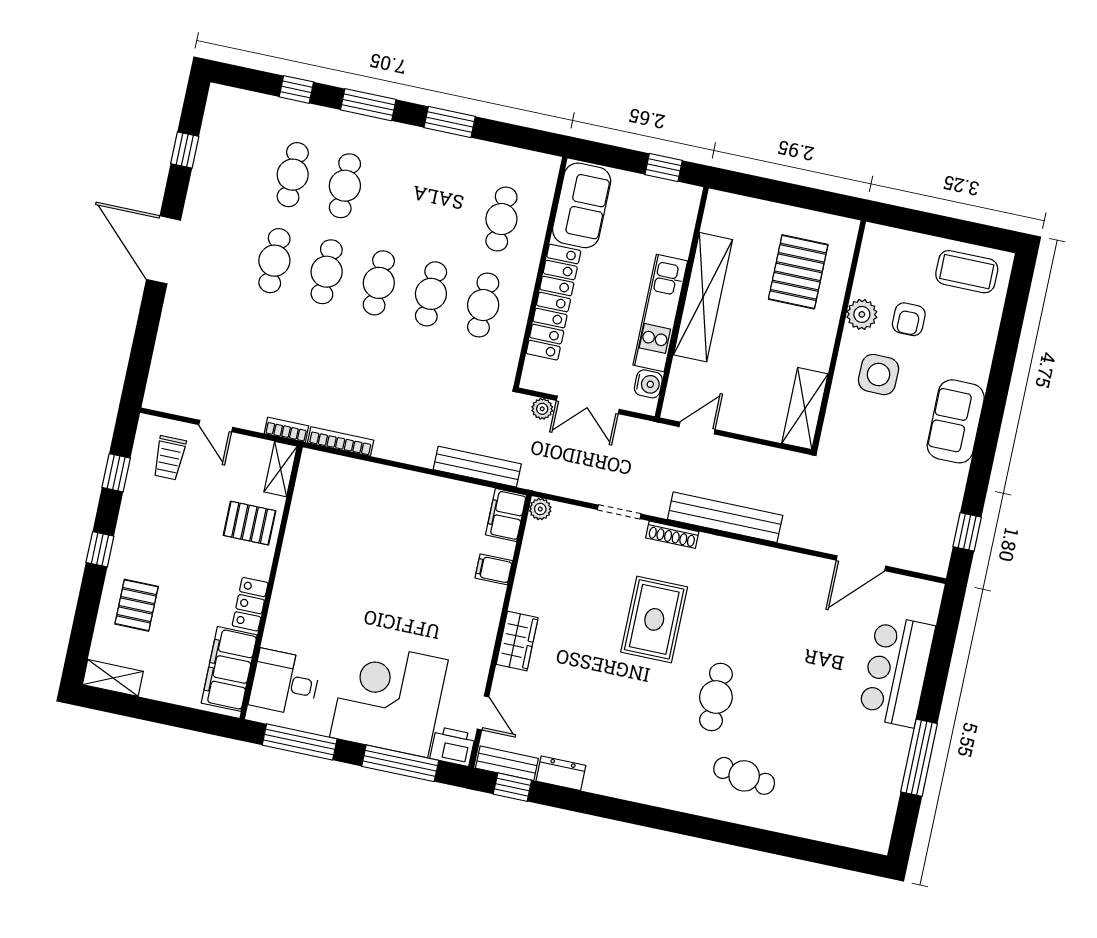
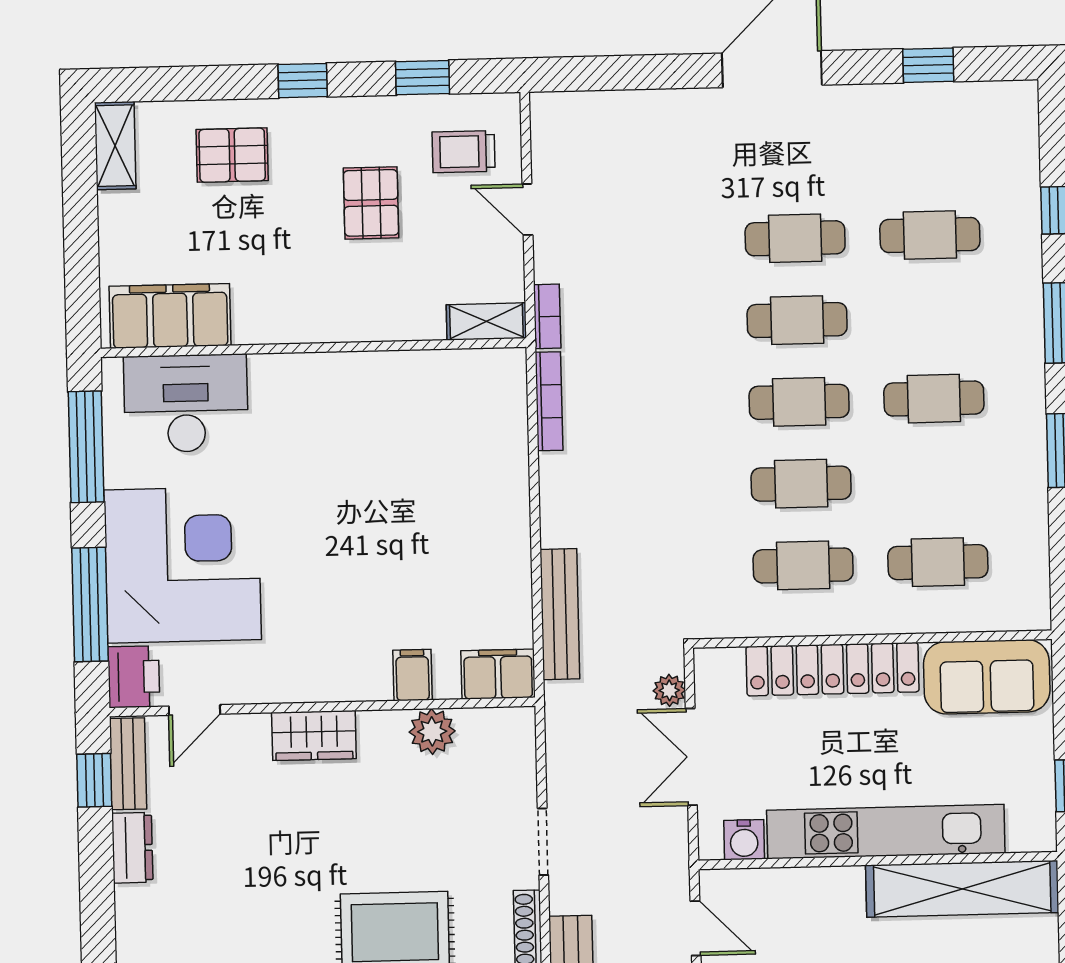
cafe table: (345, 186) -> (934, 399), moved
shelving: (703, 297) -> (962, 889), moved
kitchen unit: (660, 313) -> (886, 832), width x1.36
door: (216, 426) -> (528, 210), hinge flipped
plant: (540, 509) -> (432, 731), moved, width x1.38, depth x1.38
pallet: (250, 523) -> (371, 203), moved
locker: (250, 604) -> (274, 324), removed
desk: (285, 683) -> (186, 403), width x1.37

